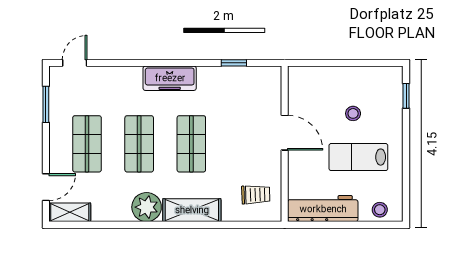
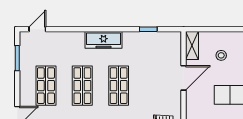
shelving: (297, 86) -> (192, 46), added
stool: (353, 113) -> (221, 55), moved
door: (285, 133) -> (184, 78), hinge flipped

